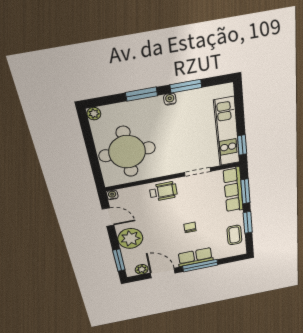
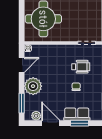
wheelchair: (163, 191) -> (81, 67), moved
door: (108, 217) -> (22, 65), hinge flipped
window: (200, 266) -> (80, 123), width x0.69

